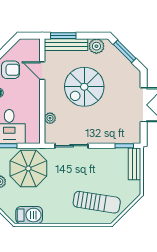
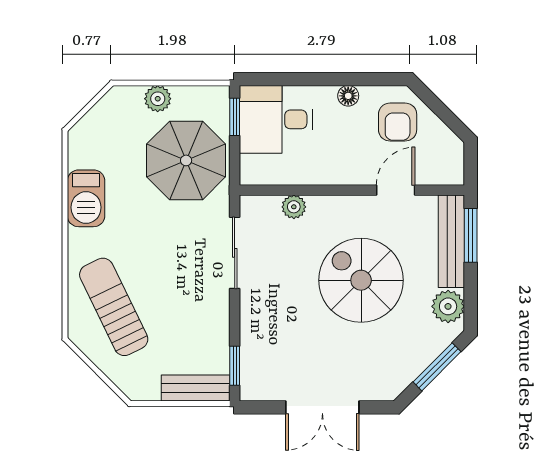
sun lounger: (97, 202) -> (114, 307), turned 145
barbecue: (29, 215) -> (86, 198), moved

